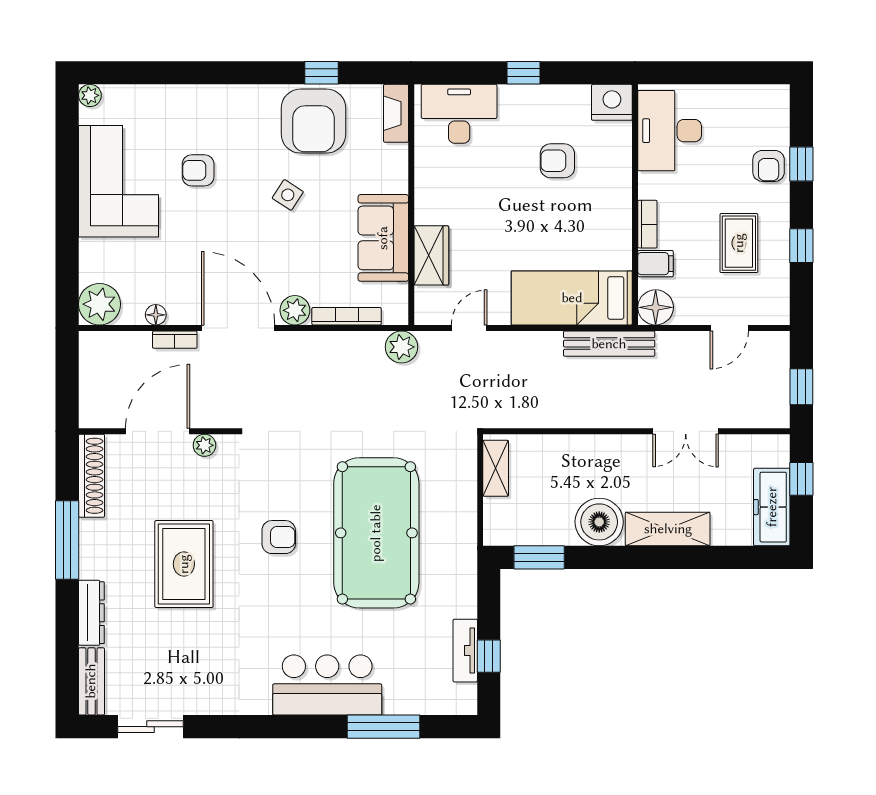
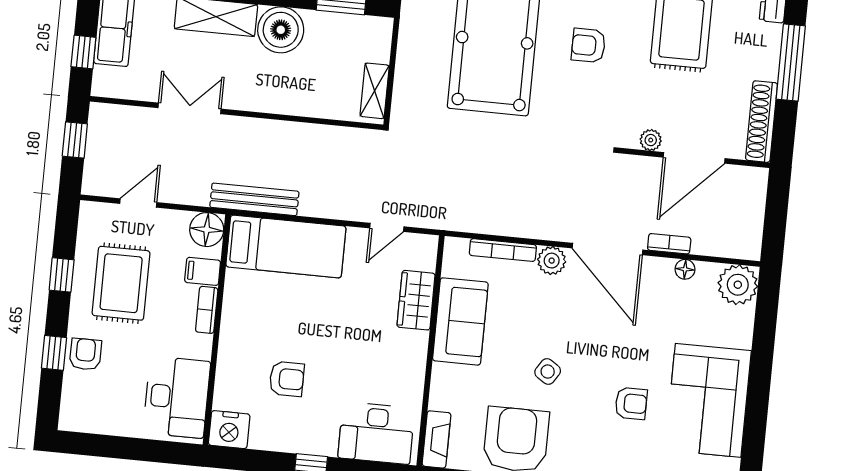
rug: (739, 243) -> (121, 283), width x1.36, depth x1.43
plant: (401, 347) -> (453, 216), removed

